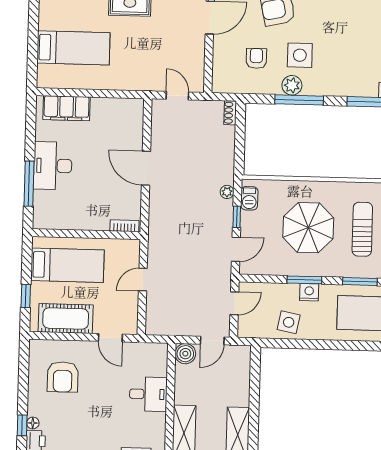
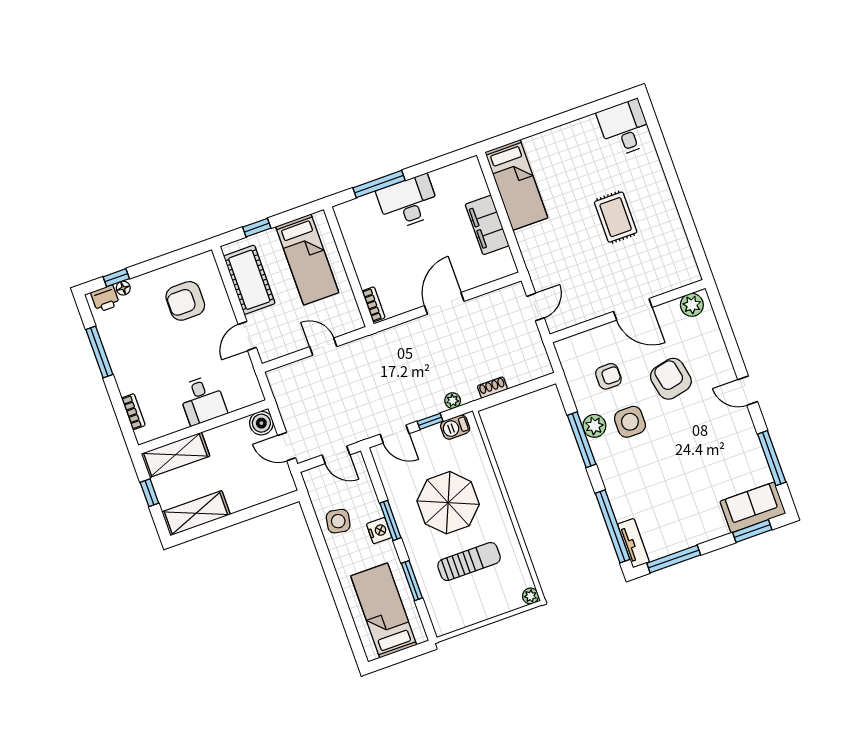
bed: (73, 48) -> (516, 185), moved
filing cabinet: (66, 108) -> (487, 225), moved
shoe rack: (230, 113) -> (492, 388), moved

